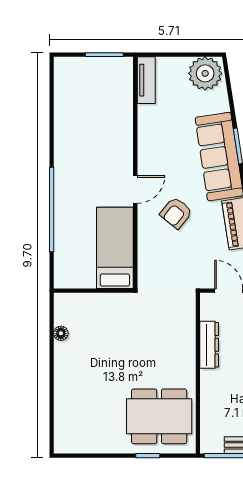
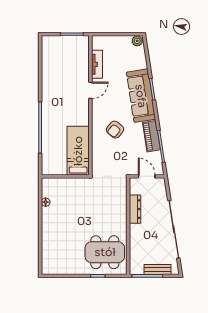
plant: (205, 73) -> (137, 41), width x0.53, depth x0.53
tv unit: (146, 80) -> (97, 64), moved
door: (135, 189) -> (90, 90), moved

